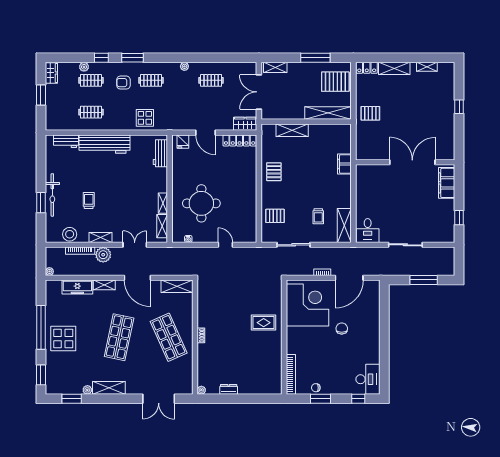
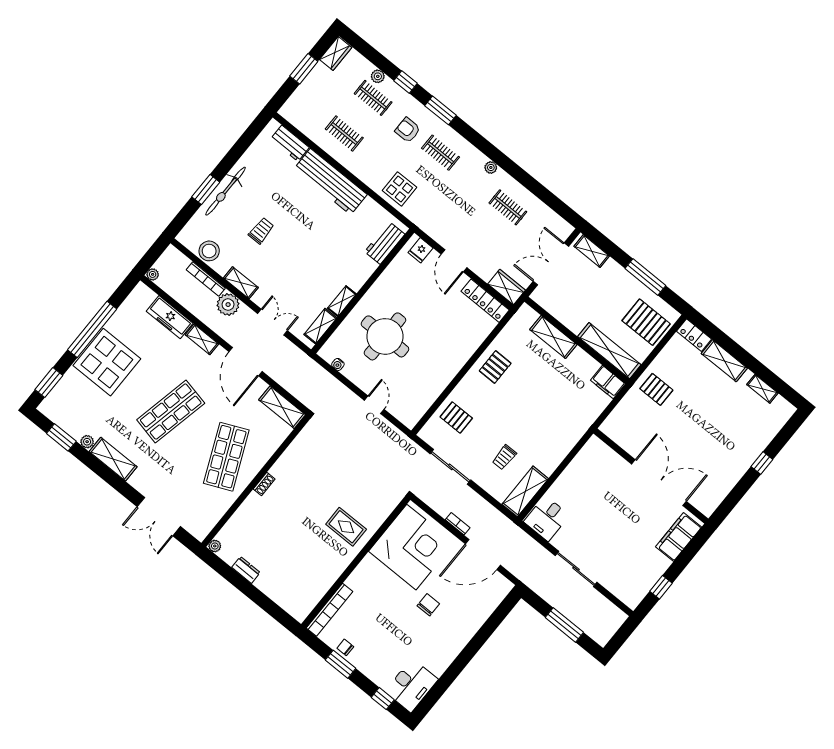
filing cabinet: (344, 164) -> (608, 382), moved, turned -90
display table: (63, 339) -> (107, 362), width x1.36, depth x1.36

